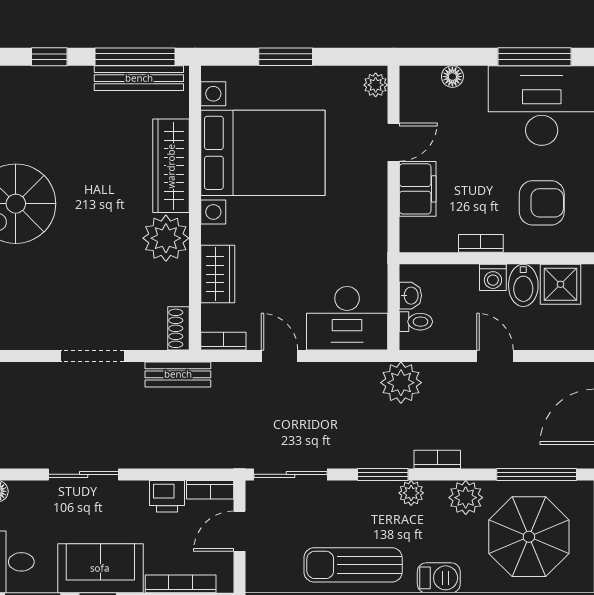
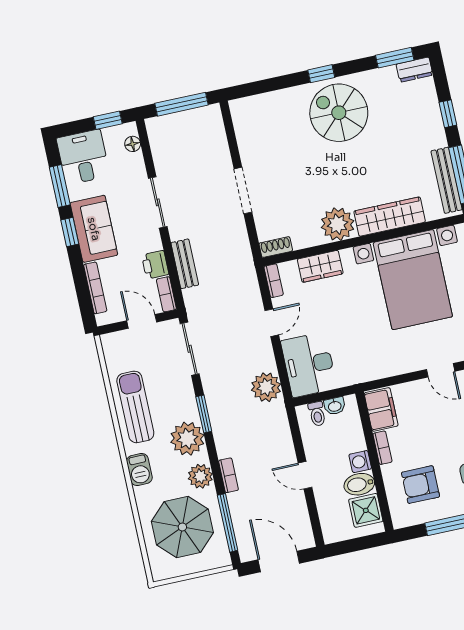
filing cabinet: (418, 189) -> (381, 409), moved, turned -90
armchair: (542, 203) -> (421, 485), turned 90
door: (495, 356) -> (305, 475), swing flipped
bench: (178, 374) -> (185, 264), moved
plant: (401, 383) -> (266, 387), moved
bookcase: (437, 459) -> (228, 475), moved
plant: (411, 493) -> (187, 439), width x1.88, depth x1.88

